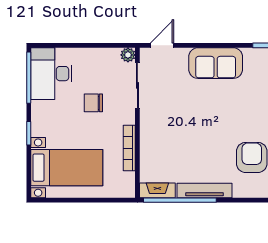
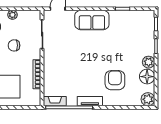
plant: (128, 55) -> (12, 15), moved
tv unit: (204, 191) -> (90, 101), width x0.71

